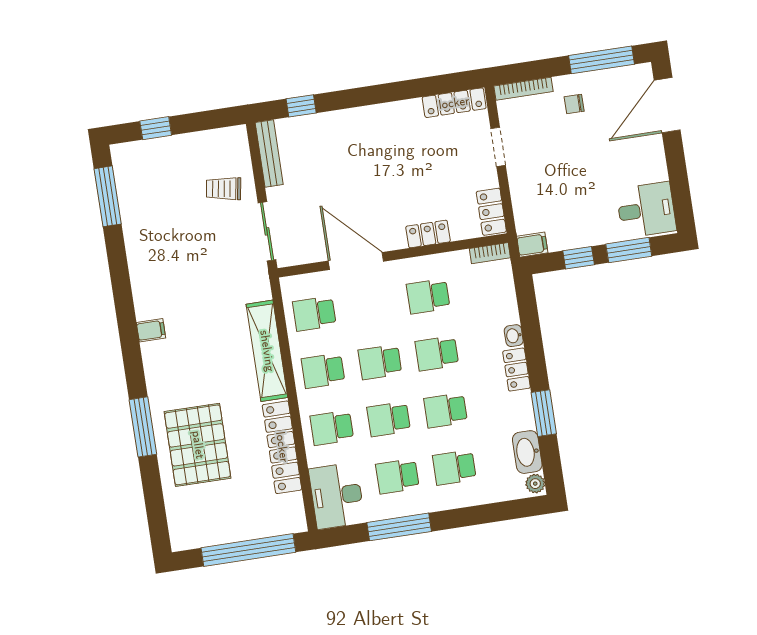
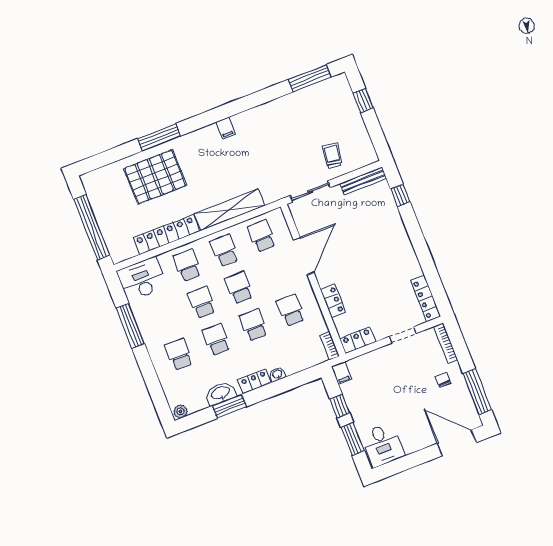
washbasin: (527, 452) -> (221, 393), moved
school desk: (397, 476) -> (164, 317), removed

